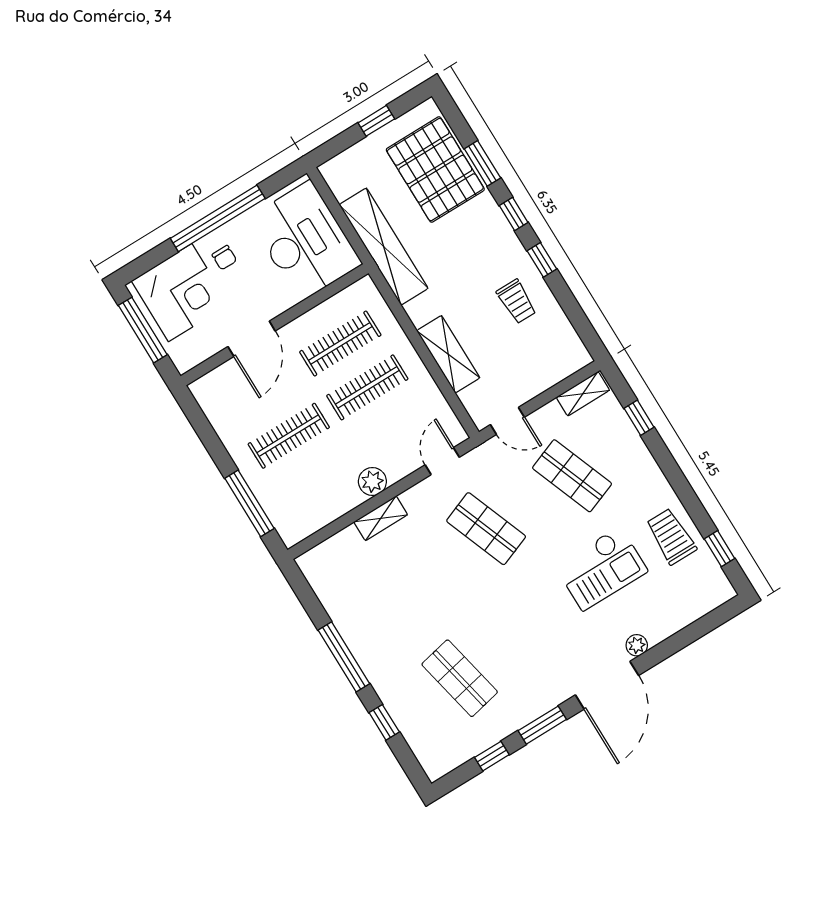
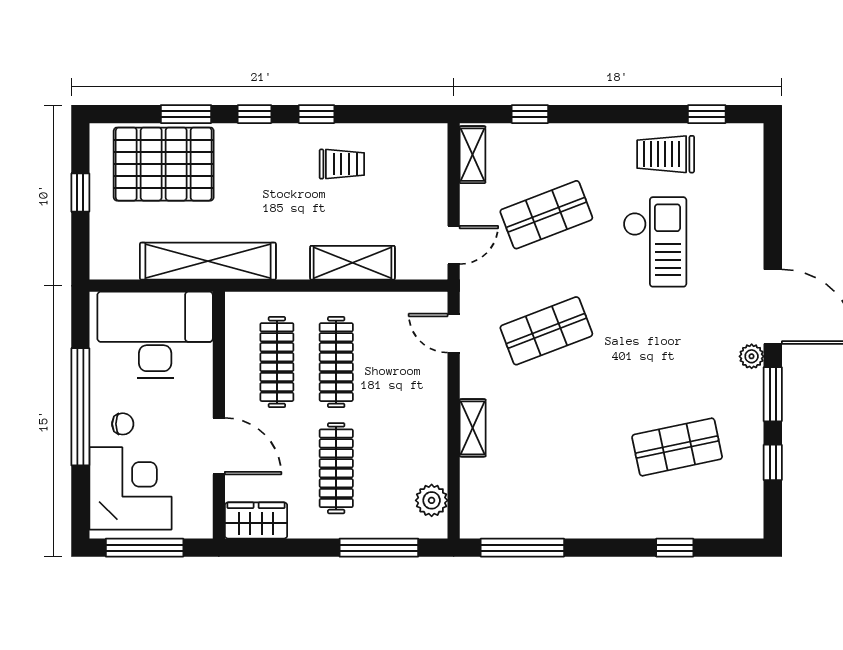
wardrobe: (214, 400) -> (256, 520), added
plant: (372, 482) -> (432, 500), moved
plant: (637, 645) -> (752, 356), moved
window: (344, 657) -> (522, 548), moved

